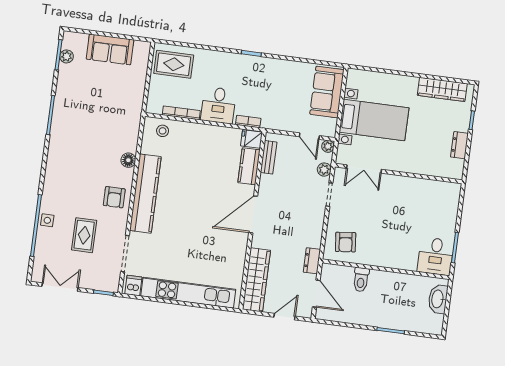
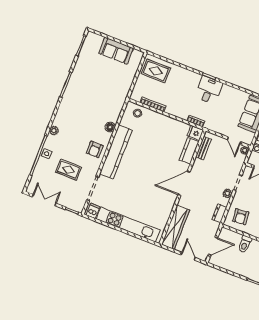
plant: (67, 56) -> (54, 131), moved
desk: (218, 105) -> (209, 90), moved, turned 180
plant: (324, 170) -> (227, 193), moved
rug: (84, 235) -> (69, 170), turned 90
dresser: (312, 261) -> (219, 213), moved
door: (316, 294) -> (213, 246), hinge flipped
door: (285, 317) -> (188, 256), hinge flipped

